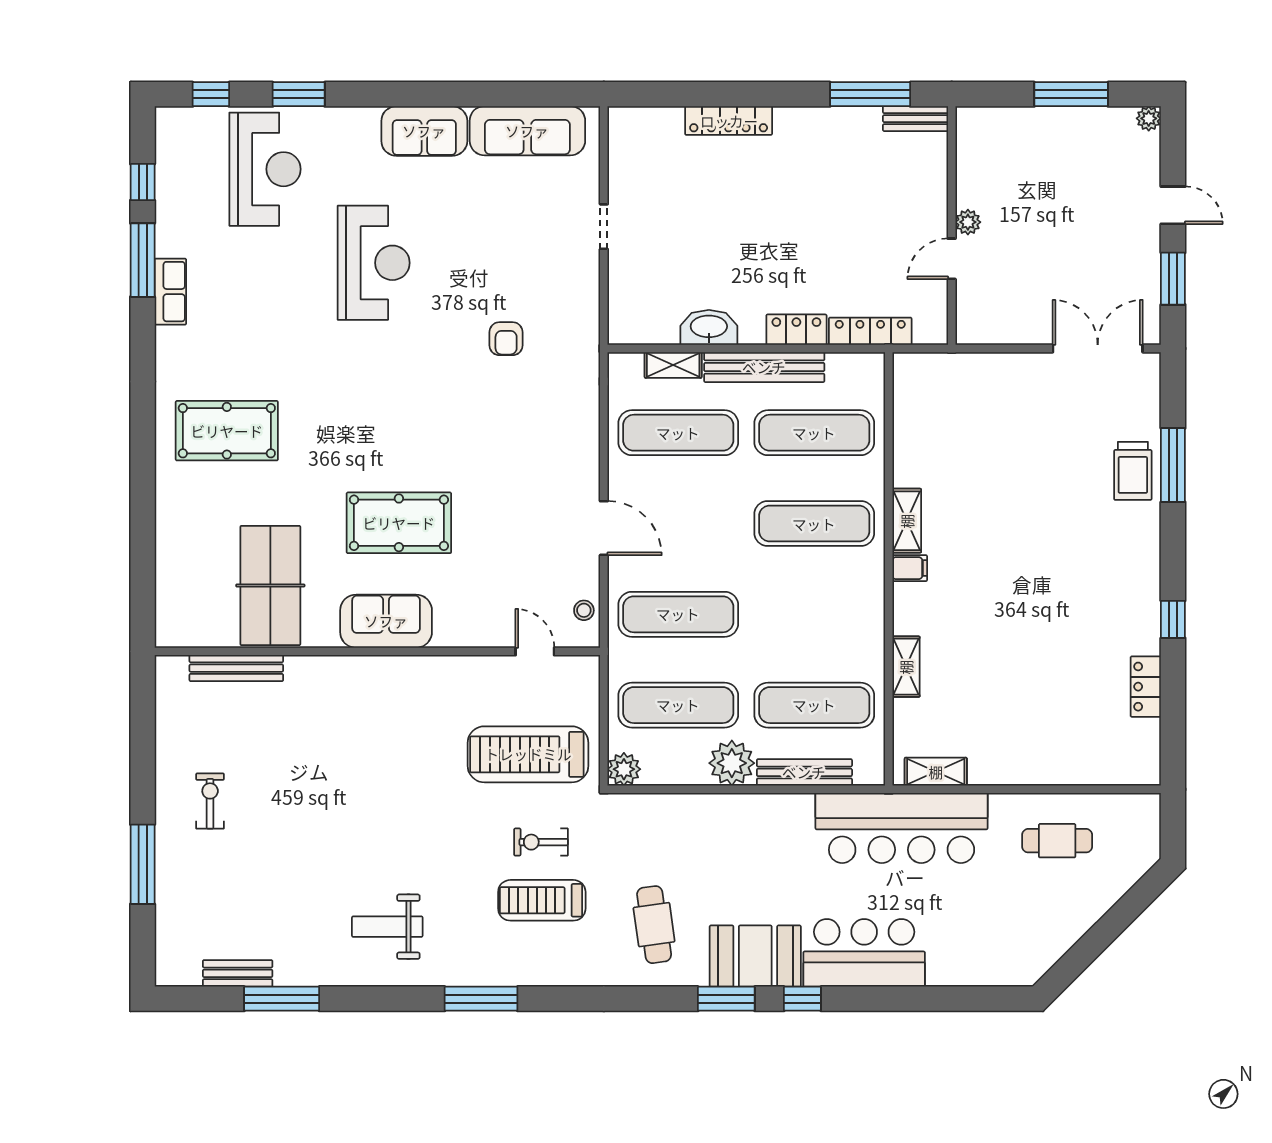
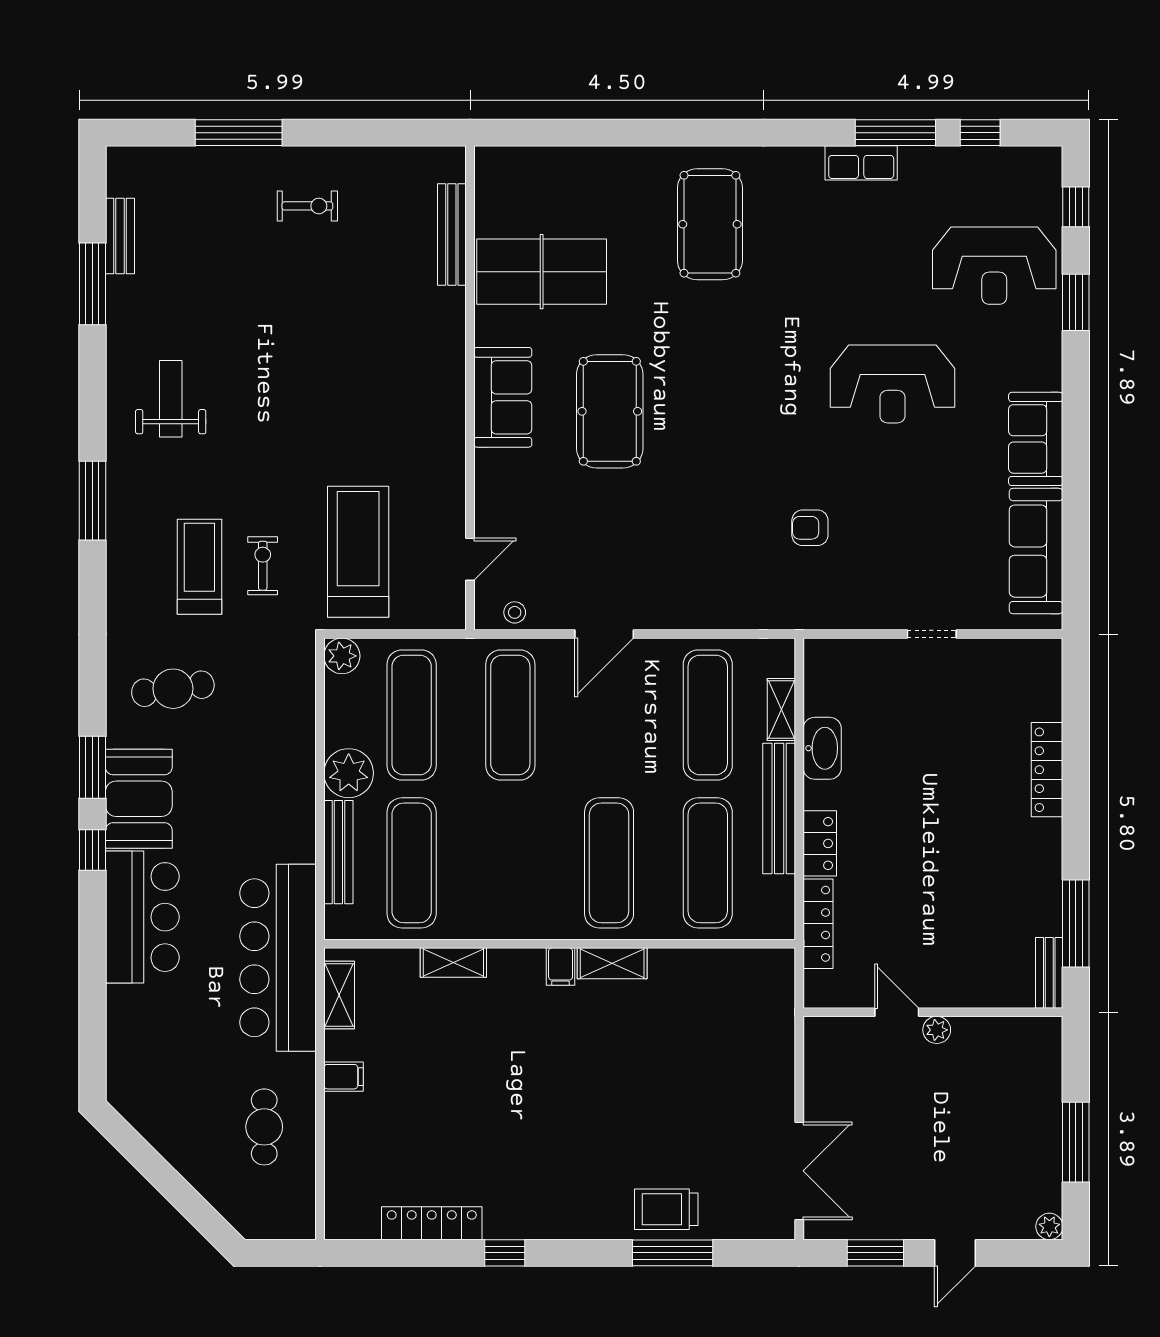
locker: (1146, 687) -> (432, 1223), width x1.53
filing cabinet: (1011, 768) -> (344, 1077), added

